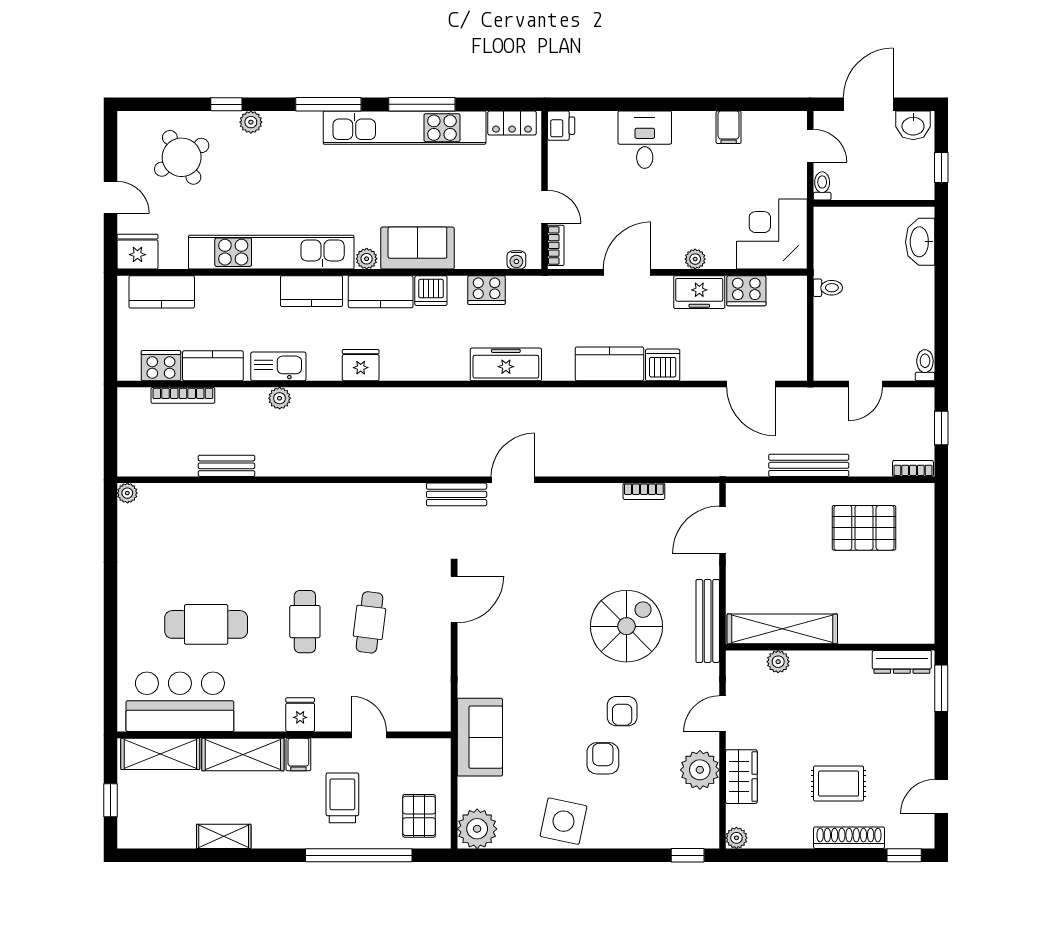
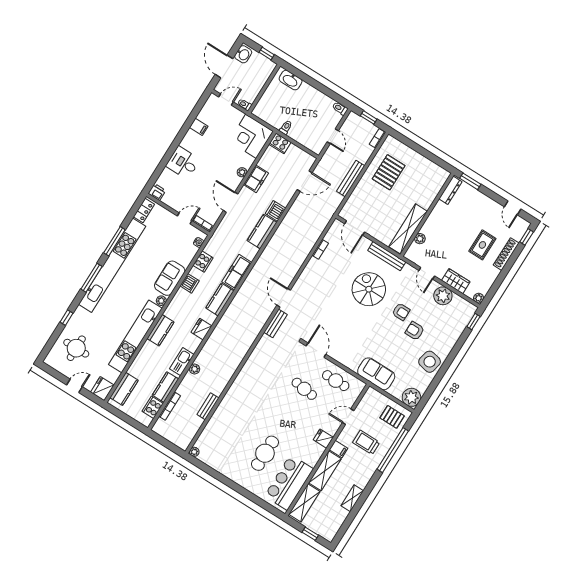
plant: (251, 122) -> (79, 312), removed
kitchen unit: (405, 128) -> (112, 265), width x1.36
round table: (182, 157) -> (76, 348), turned 31
cooker: (746, 291) -> (280, 143), moved, turned 90
kitchen counter: (381, 292) -> (220, 300), moved, turned 180
cafe table: (305, 622) -> (336, 381), moved

